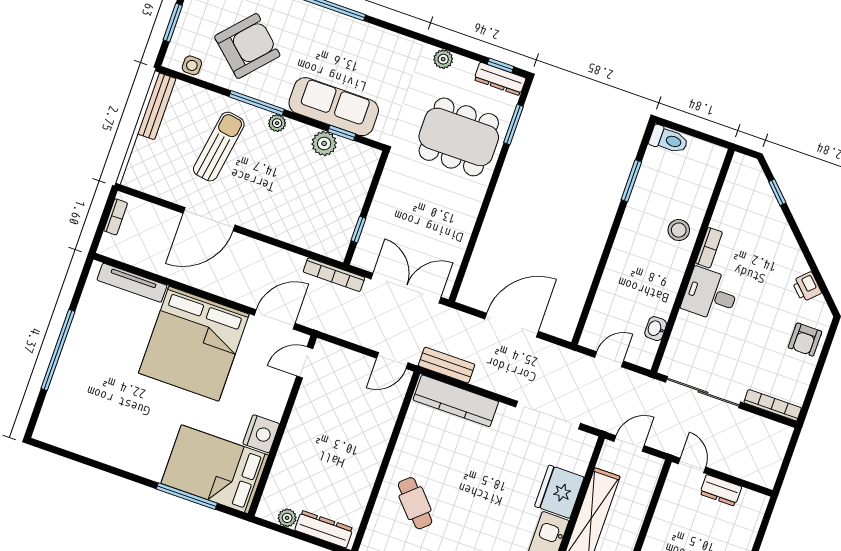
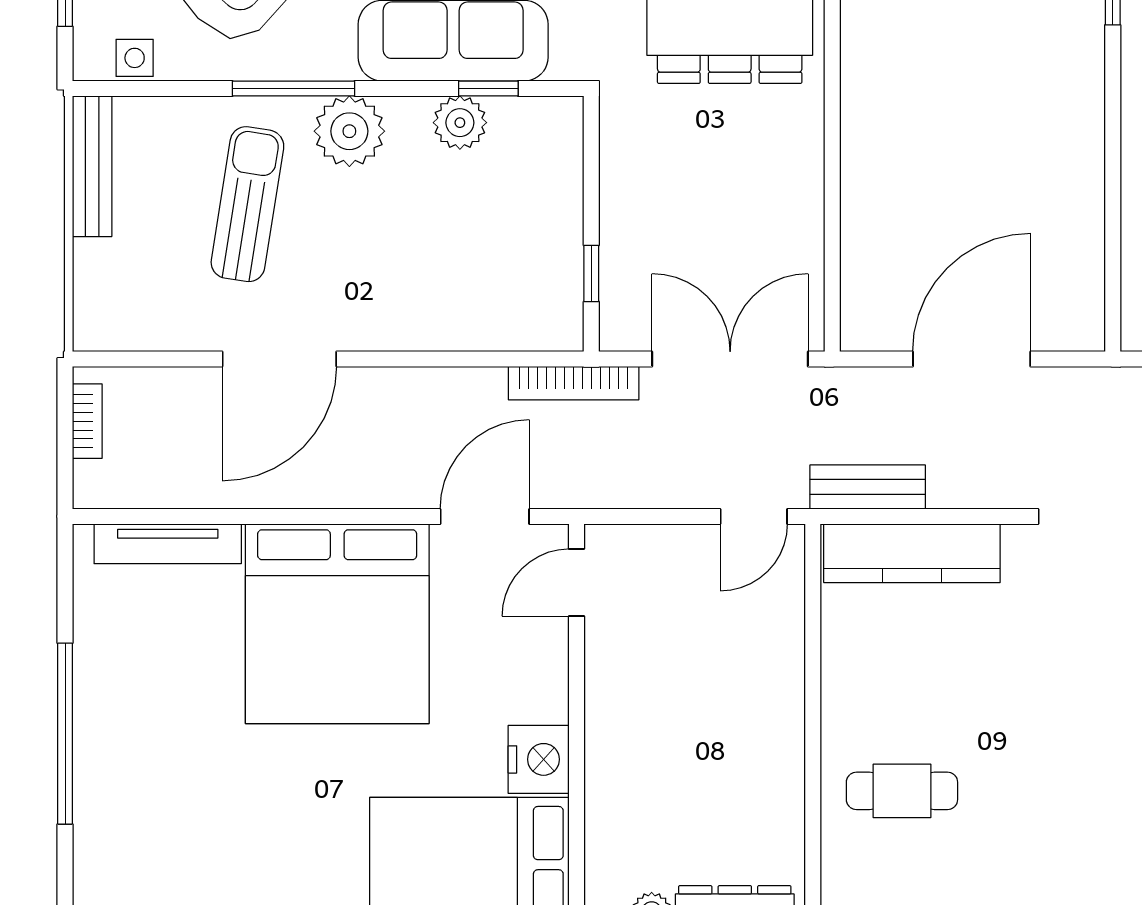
plant: (277, 123) -> (349, 131), width x1.88, depth x1.88
cafe table: (415, 503) -> (902, 791), turned -48

